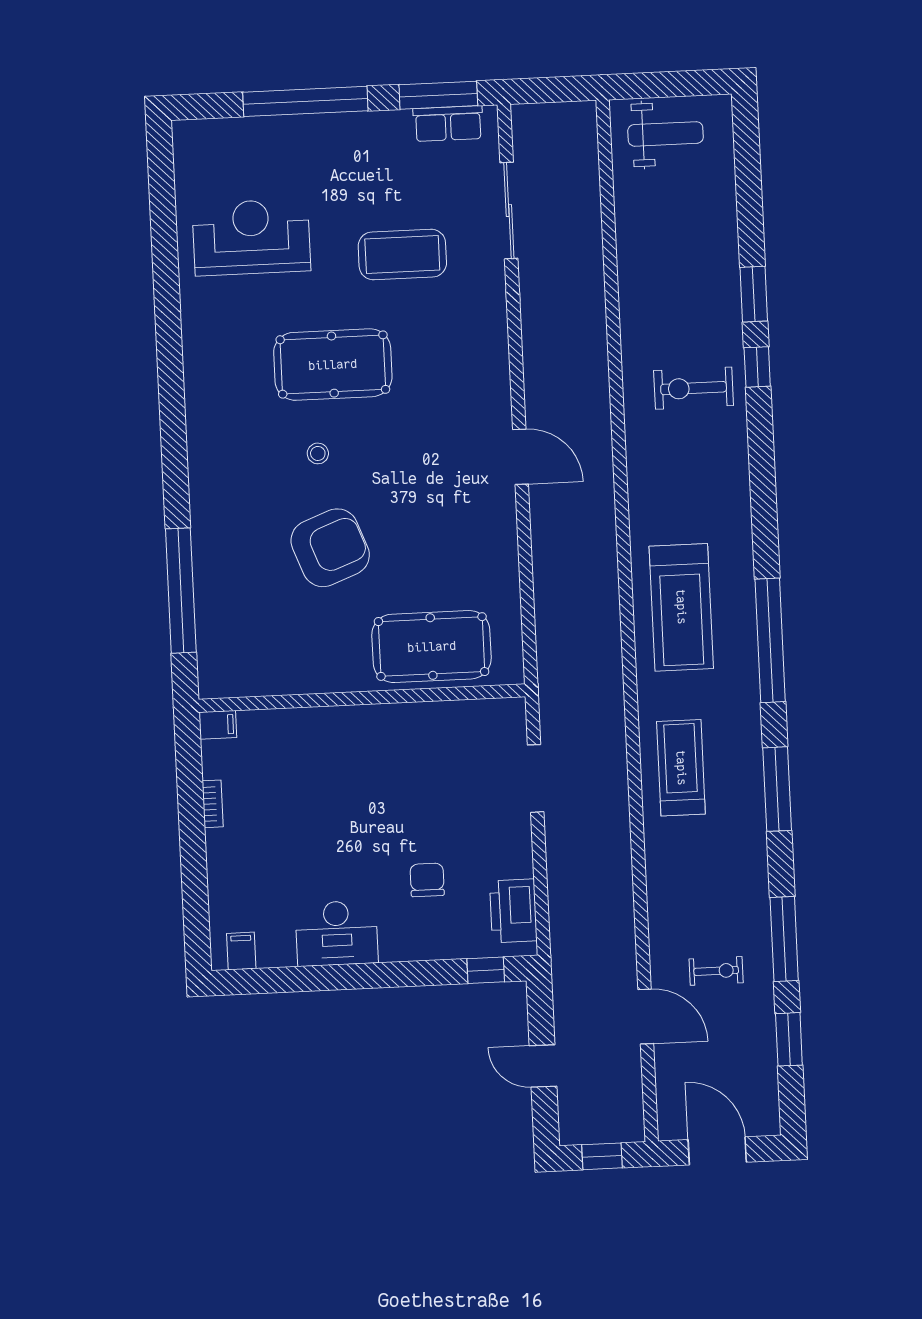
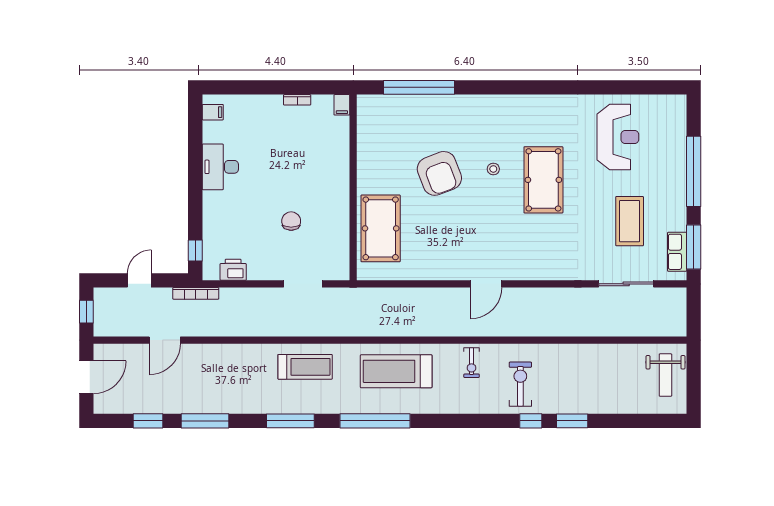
coffee table: (402, 254) -> (630, 221), moved
chair: (427, 880) -> (291, 221), moved, turned -90
printer: (513, 911) -> (233, 270), width x0.73, depth x0.84
bookcase: (561, 966) -> (196, 293), added
exercise bike: (716, 971) -> (472, 363), moved

